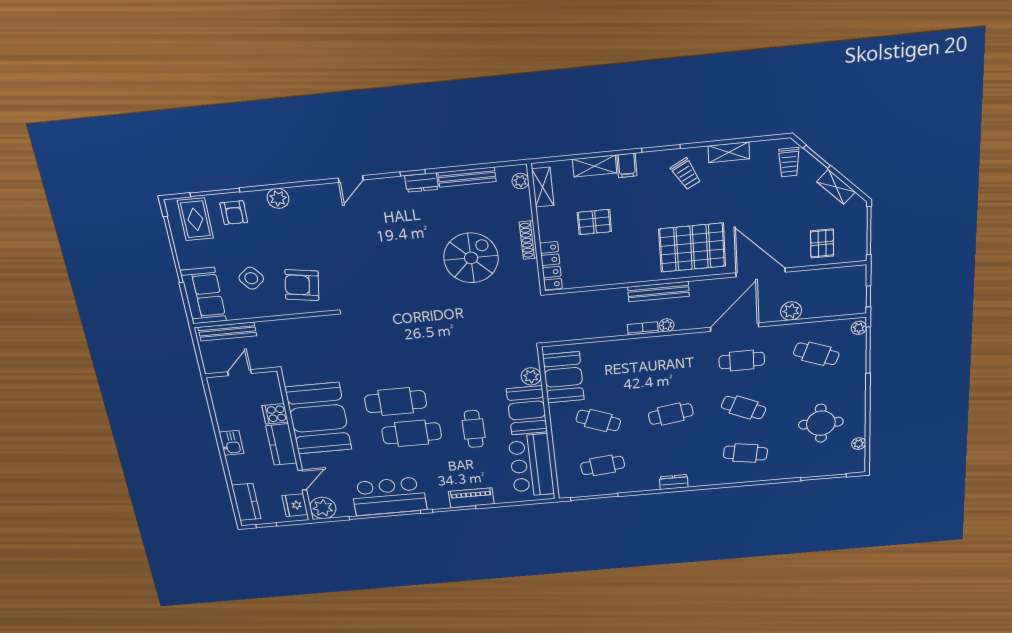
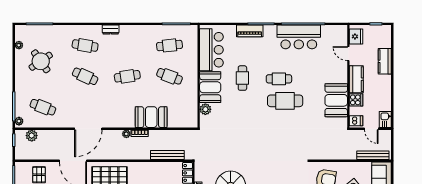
bench: (658, 292) -> (167, 155), moved
plant: (791, 311) -> (32, 136), moved
cafe table: (742, 361) -> (85, 107), removed
door: (239, 373) -> (371, 129), hinge flipped
booth: (563, 377) -> (151, 117), moved, turned 90
dishwasher: (268, 382) -> (356, 121), added
booth: (319, 418) -> (336, 100), width x0.73, depth x0.70
round table: (821, 423) -> (41, 61), turned -35
cafe table: (412, 433) -> (279, 79), width x0.73, depth x0.74
kitchen sink: (231, 443) -> (385, 120), moved
door: (302, 480) -> (348, 54), hinge flipped
dresser: (674, 482) -> (111, 30), moved
kitchen counter: (246, 502) -> (385, 61), moved
plant: (323, 508) -> (340, 33), removed

